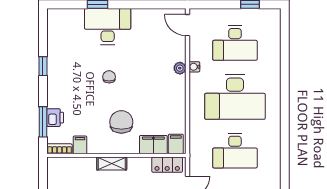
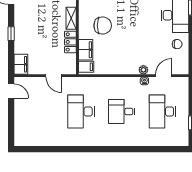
door: (188, 25) -> (164, 76), moved
chair: (109, 77) -> (177, 44), moved
desk: (235, 97) -> (122, 112), width x0.53, depth x0.77
locker: (167, 165) -> (70, 42), moved

